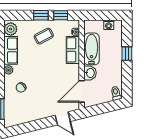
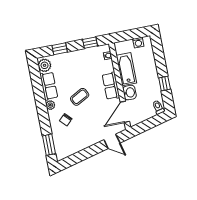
window: (41, 15) -> (60, 49), moved
coffee table: (44, 36) -> (80, 97), moved
row of seats: (73, 50) -> (111, 86), moved
window: (127, 54) -> (165, 83), moved

